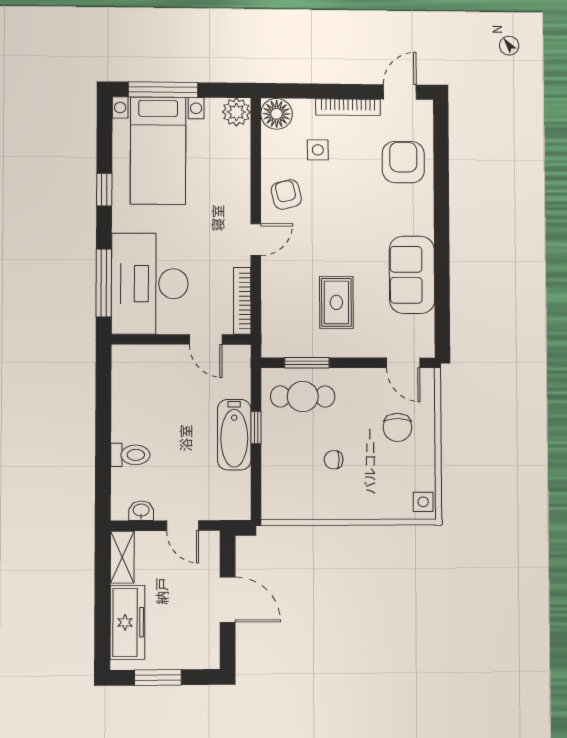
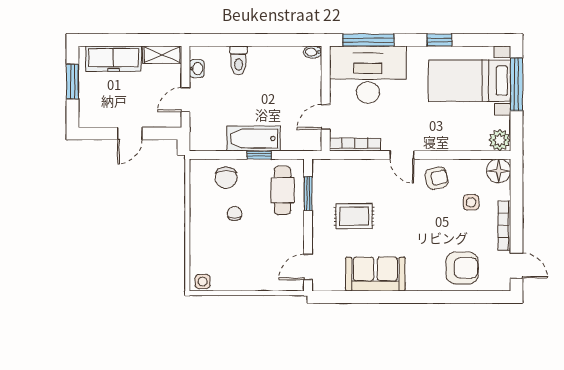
bidet: (120, 357) -> (313, 52), added
chair: (397, 427) -> (226, 178), moved, turned -90
door: (228, 600) -> (130, 133), width x0.73

